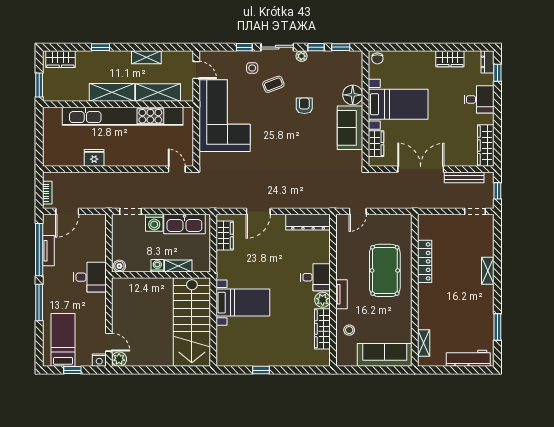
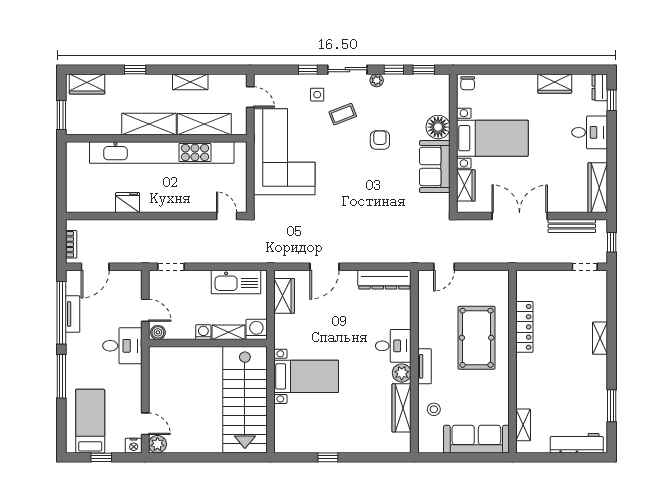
washing machine: (154, 223) -> (256, 329), moved, turned 180
door: (109, 248) -> (145, 310), added

